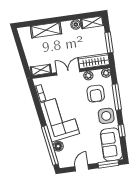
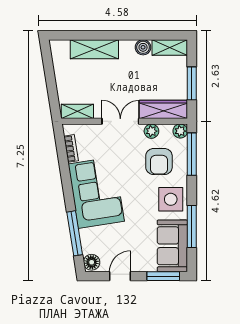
window: (117, 97) -> (192, 154), moved
window: (122, 131) -> (192, 226), width x2.17
window: (50, 145) -> (75, 233), width x0.68
floor lamp: (58, 146) -> (92, 262), moved

